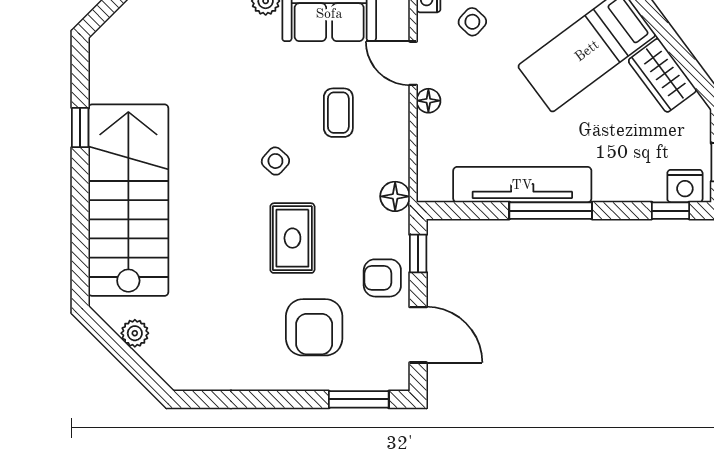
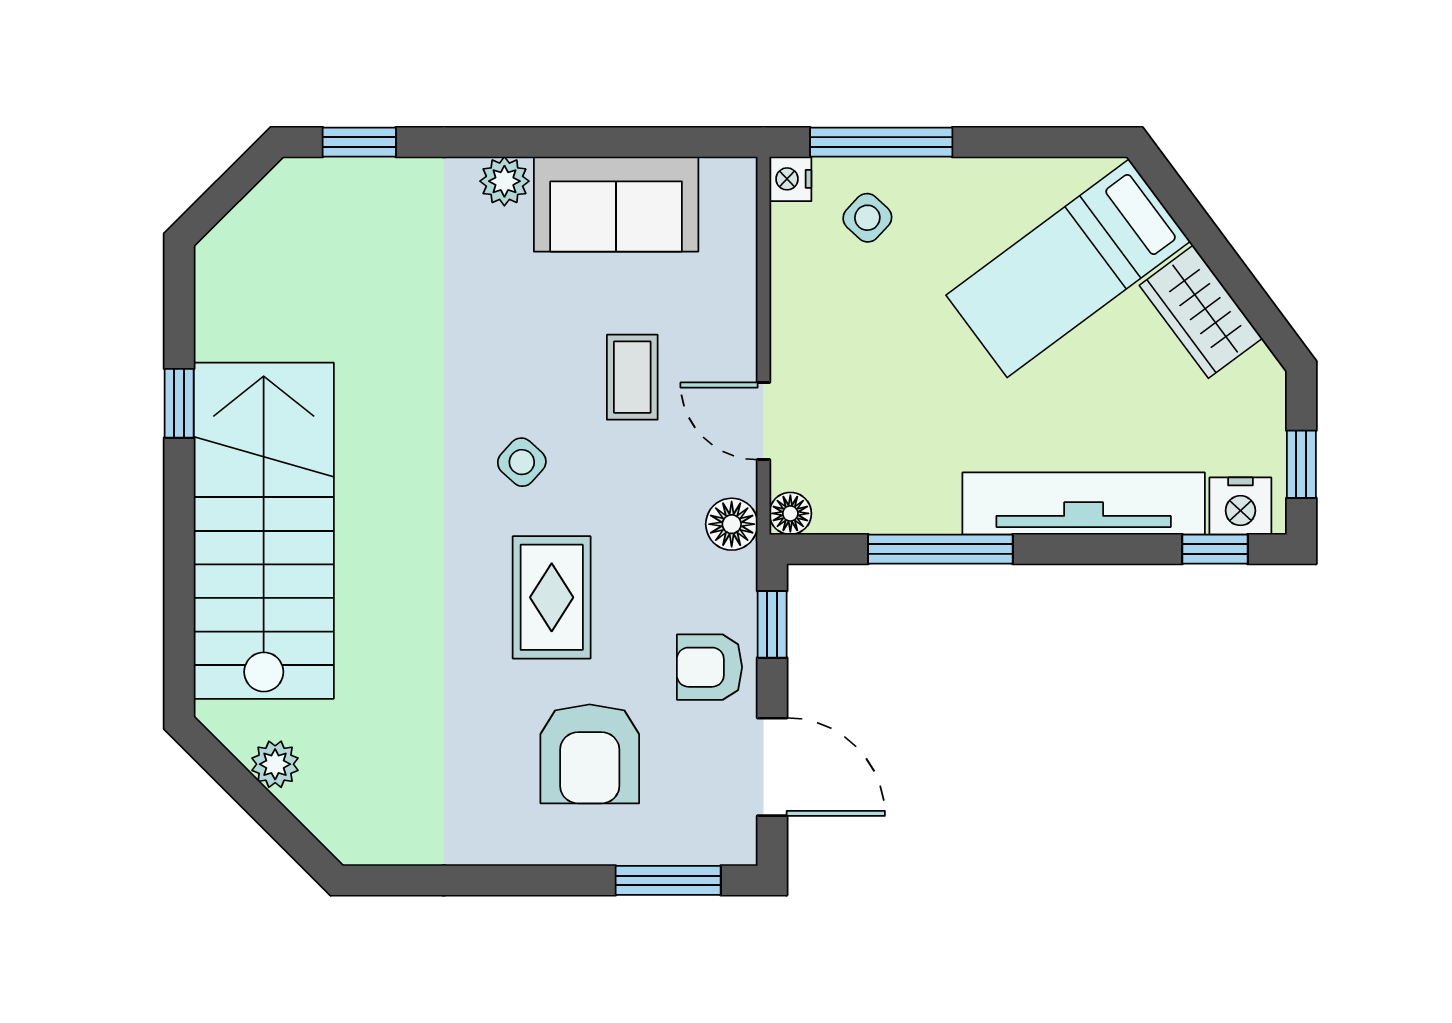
door: (413, 63) -> (763, 421), moved
floor lamp: (428, 101) -> (790, 513), moved
tv unit: (522, 185) -> (1084, 503), moved
window: (551, 211) -> (940, 549), moved

